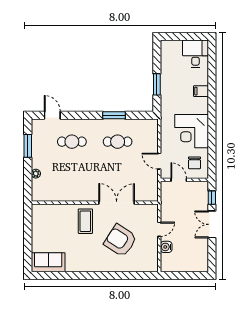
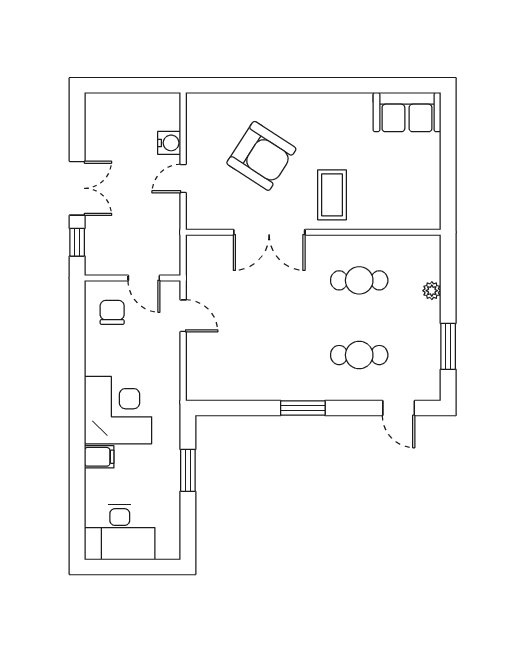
desk: (196, 54) -> (120, 532), width x1.37
window: (114, 115) -> (303, 408), moved
corner desk: (192, 131) -> (118, 410), moved
cafe table: (118, 142) -> (359, 280), moved

